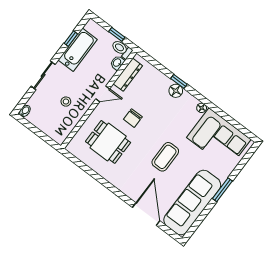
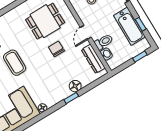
window: (117, 34) -> (140, 56), moved
toilet: (122, 49) -> (104, 42), moved
floor lamp: (176, 91) -> (75, 86), moved

